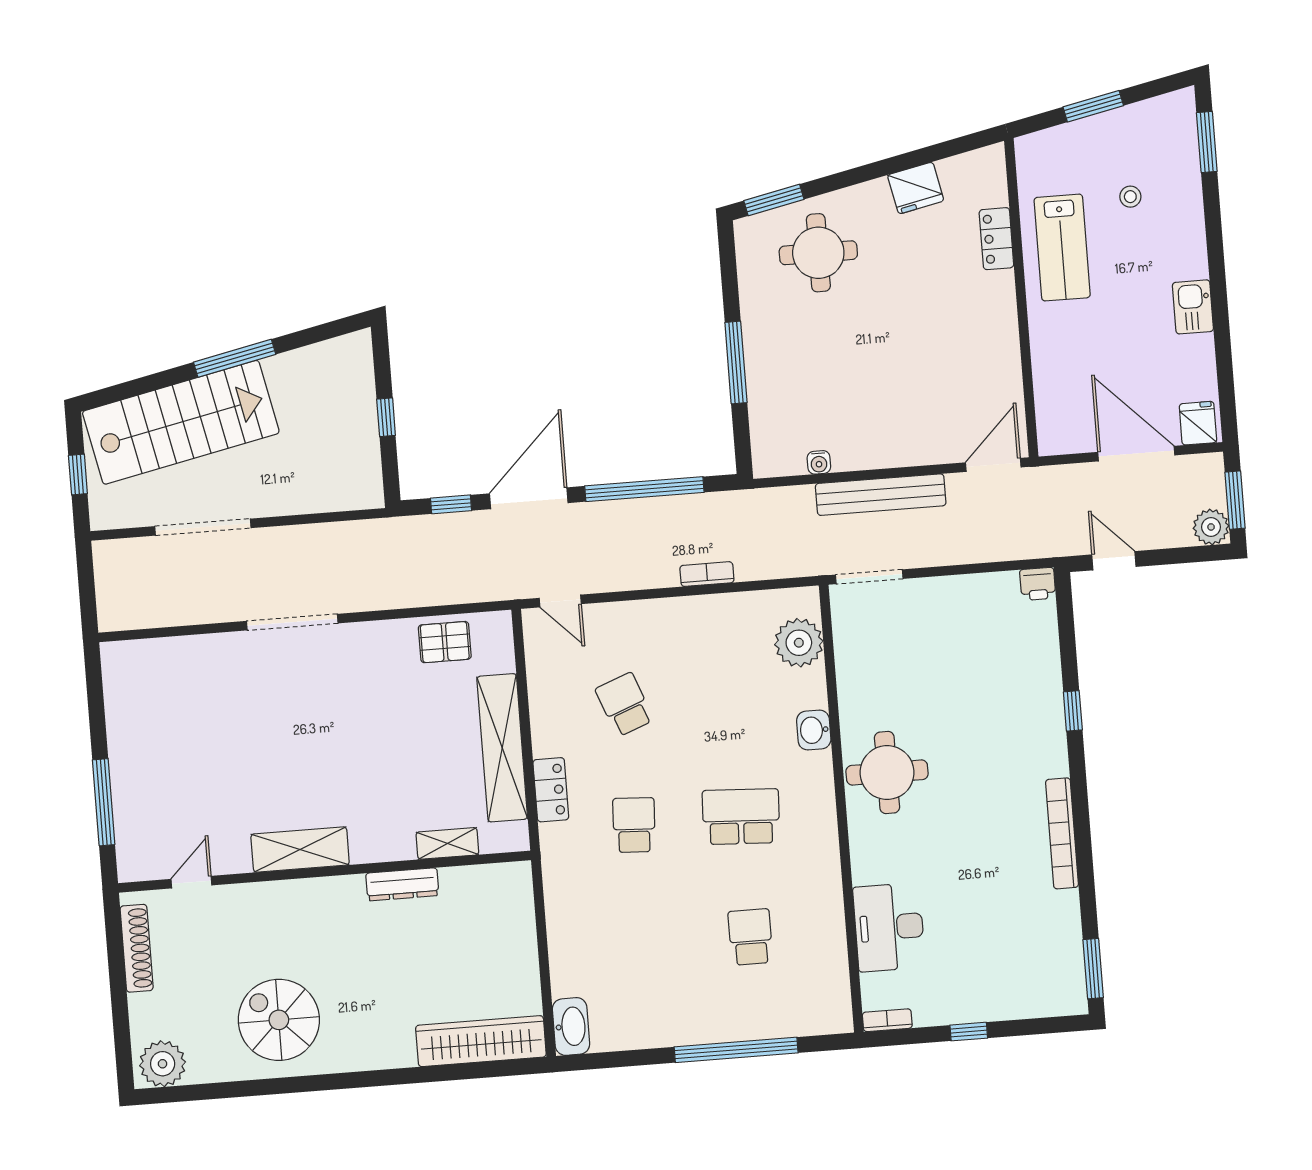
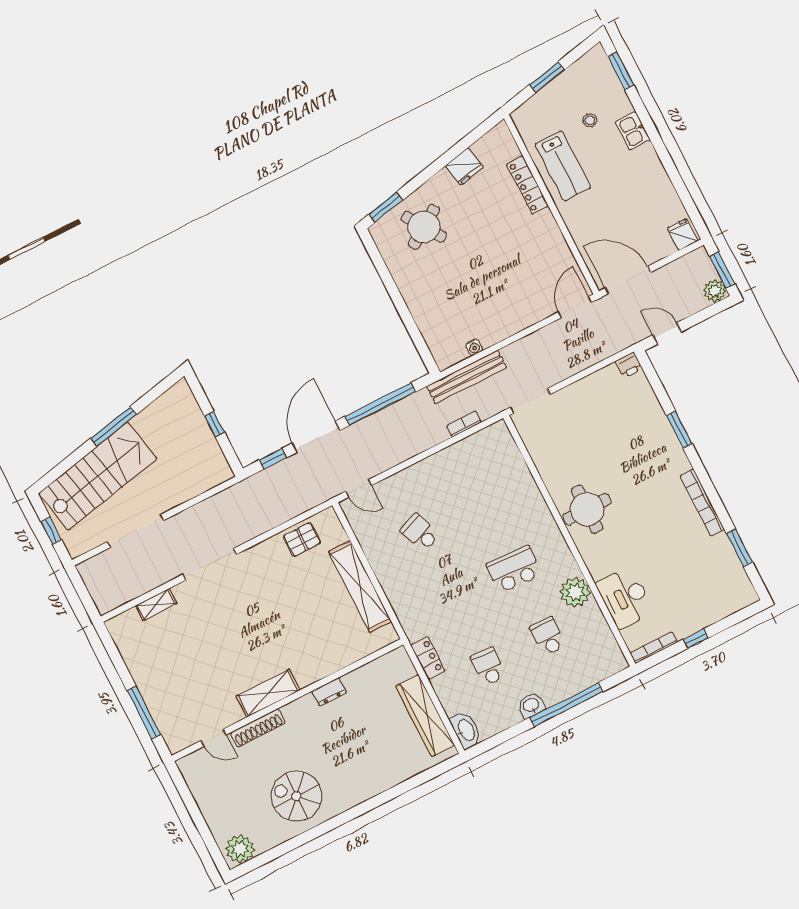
locker: (996, 239) -> (527, 185), width x1.53
round table: (818, 253) -> (424, 227), turned -34
kitchen sink: (1193, 307) -> (633, 131), moved
window: (736, 363) -> (403, 310), removed
door: (1136, 454) -> (628, 280), moved
bench: (881, 495) -> (467, 377), moved
bookcase: (707, 574) -> (464, 424), moved
plant: (799, 643) -> (575, 592), moved
window: (1073, 711) -> (679, 430), width x1.50
washbasin: (814, 730) -> (531, 705), moved, turned 90
locker: (551, 790) -> (428, 658), moved
school desk: (634, 825) -> (488, 667), moved
shelving: (447, 843) -> (156, 604), moved
door: (191, 882) -> (213, 738), swing flipped
dresser: (402, 884) -> (329, 692), width x0.70
shoe rack: (137, 948) -> (258, 728), moved, turned 90
window: (1093, 969) -> (739, 548), moved
bookcase: (887, 1020) -> (654, 648), width x1.56
wardrobe: (481, 1041) -> (425, 715), moved, turned -90

